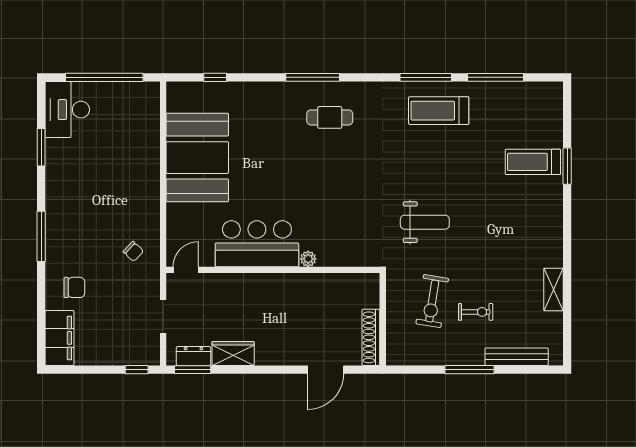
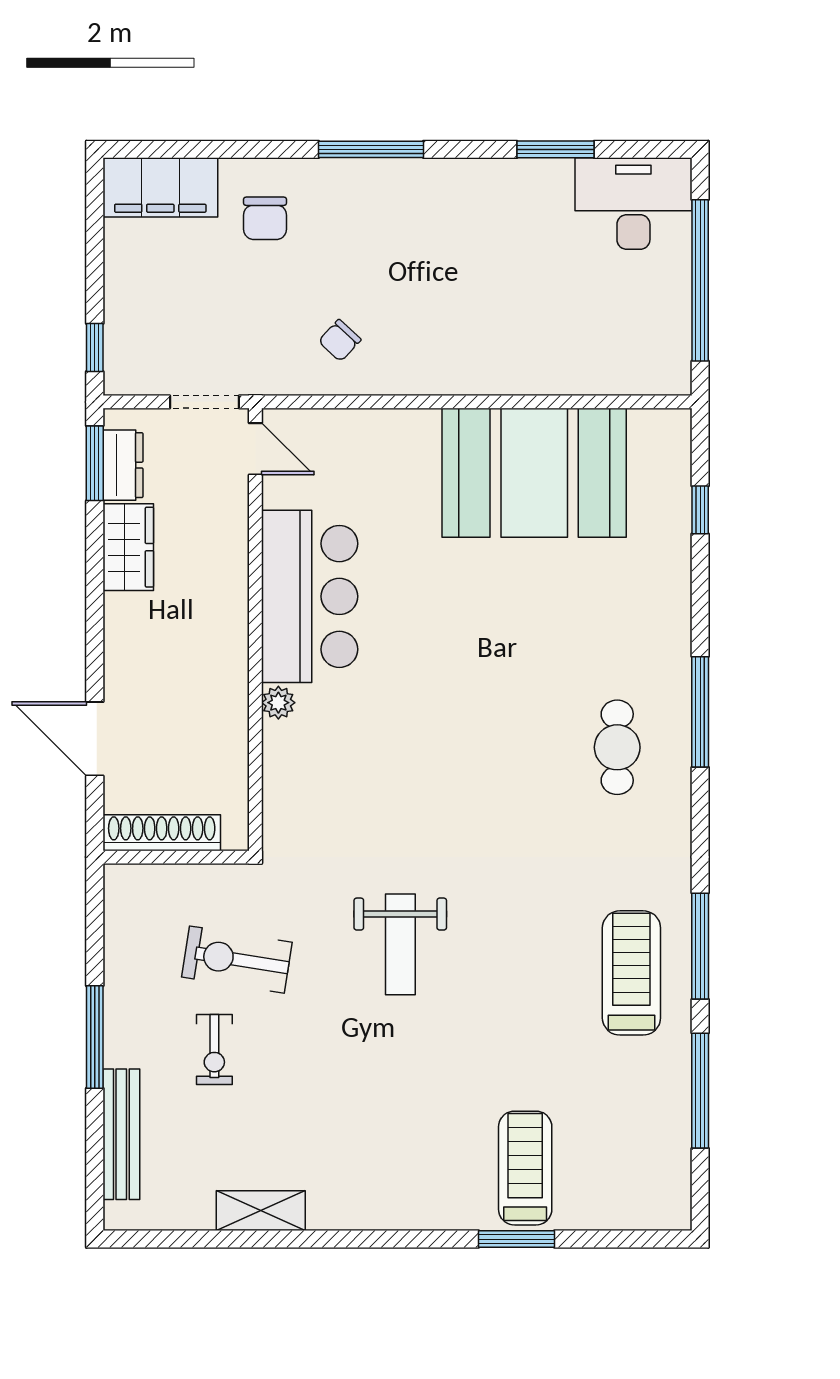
bar counter: (257, 244) -> (310, 596), moved
plant: (308, 259) -> (278, 703), moved
door: (186, 270) -> (255, 449), moved
wall: (273, 270) -> (255, 630), moved

